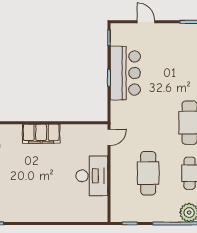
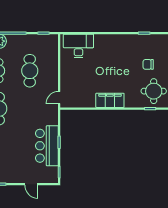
desk: (92, 176) -> (78, 46), moved, turned 90

